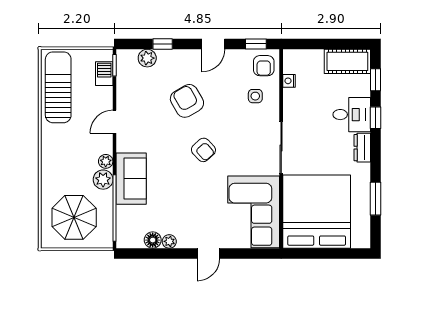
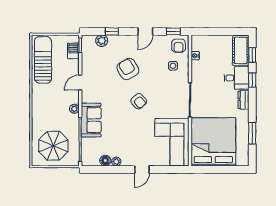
cot: (347, 61) -> (241, 50), moved, turned 90
plant: (103, 180) -> (73, 121), removed

